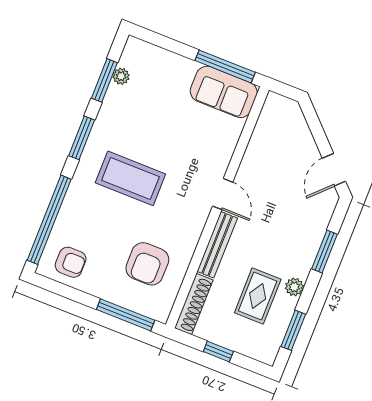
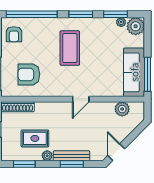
plant: (138, 55) -> (136, 26), added
sofa: (224, 92) -> (134, 72), width x1.36
plant: (266, 132) -> (122, 109), added
door: (334, 170) -> (116, 152), hinge flipped
bench: (217, 245) -> (71, 156), moved

